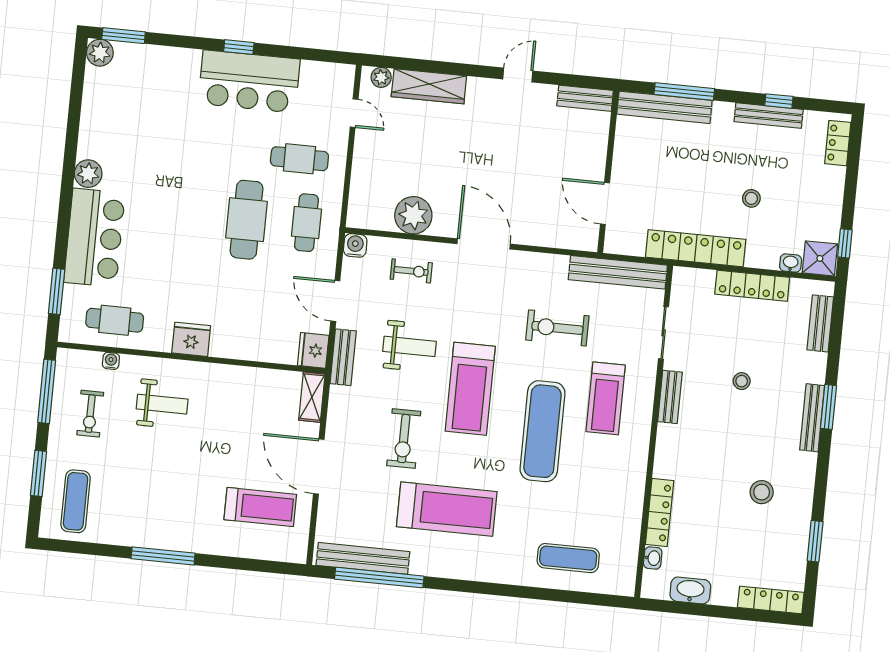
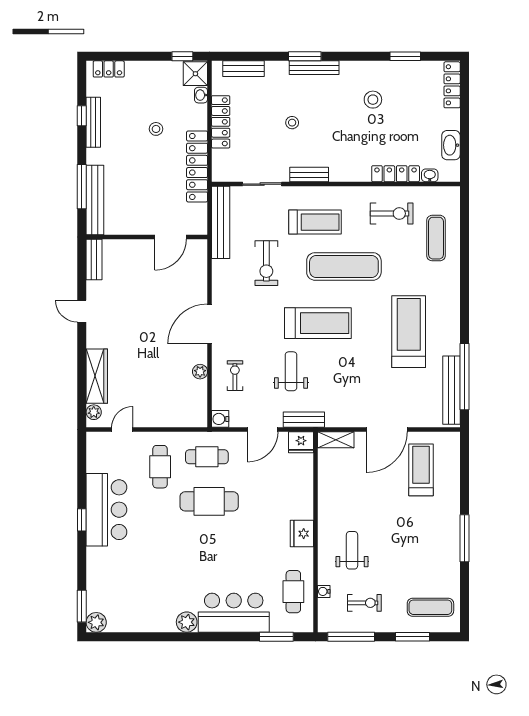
plant: (413, 215) -> (200, 372), width x0.53, depth x0.53
exercise bike: (404, 439) -> (392, 213), moved

